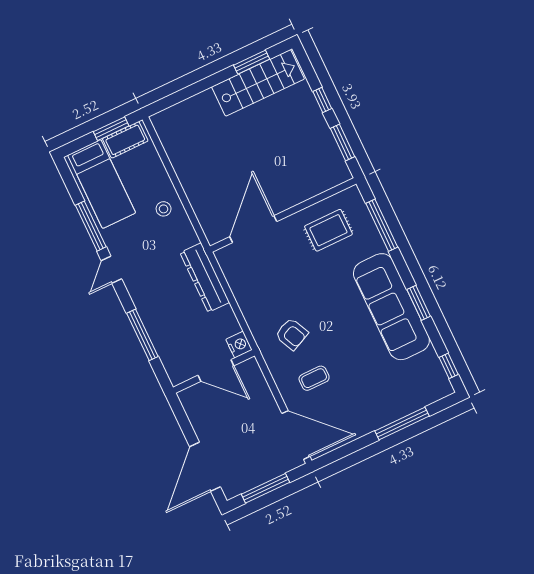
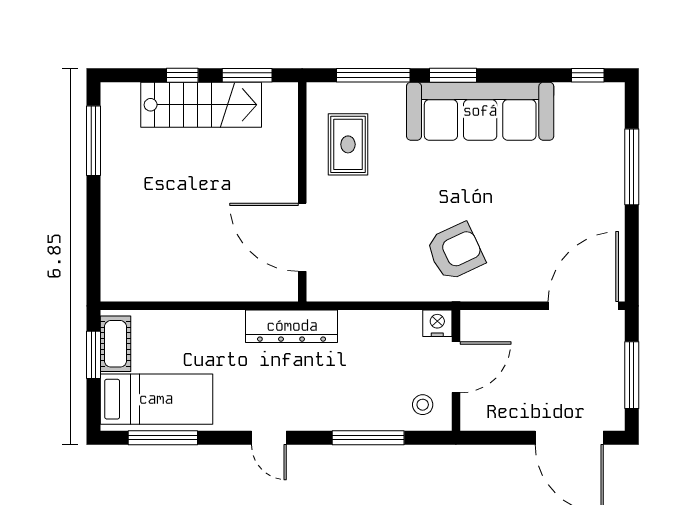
window: (252, 62) -> (93, 141), width x1.44
stairs: (258, 83) -> (201, 105), moved, turned 90
stool: (164, 209) -> (423, 405), moved
window: (91, 226) -> (163, 438), moved
dresser: (205, 278) -> (292, 326), moved
window: (419, 303) -> (453, 75), moved
armchair: (292, 334) -> (455, 252), width x1.38, depth x1.38
coffee table: (314, 378) -> (523, 250), removed

